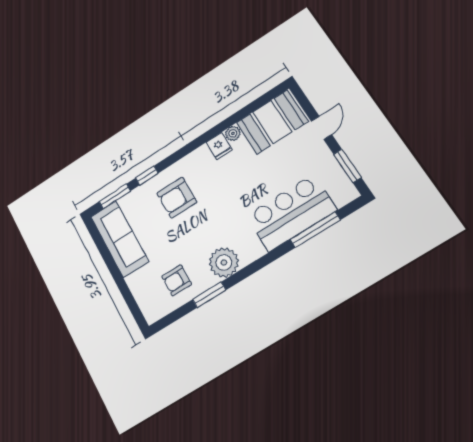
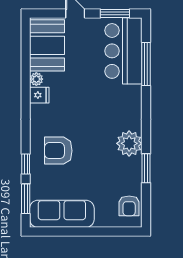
armchair: (177, 198) -> (58, 151), turned 90
bar counter: (291, 213) -> (123, 51), moved
armchair: (177, 280) -> (129, 206), moved

